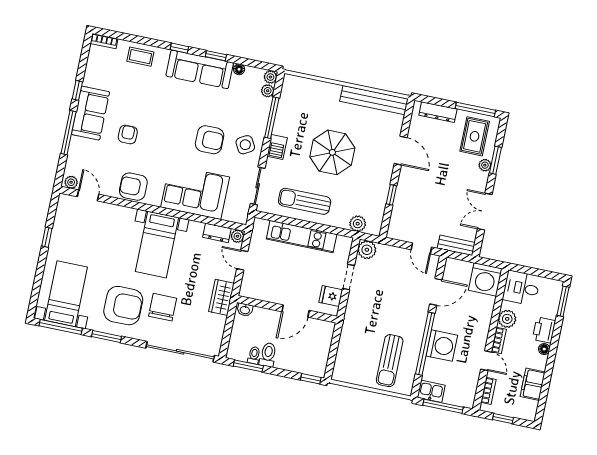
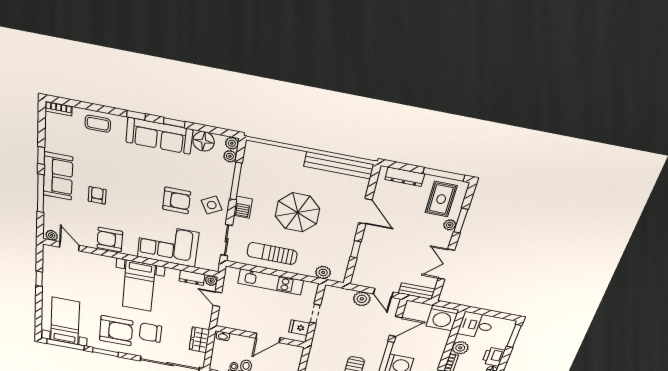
floor lamp: (239, 69) -> (204, 141), width x1.89, depth x1.89
plant: (367, 250) -> (362, 299), moved
wardrobe: (221, 297) -> (199, 340), moved
chair: (163, 307) -> (150, 333), turned -90

